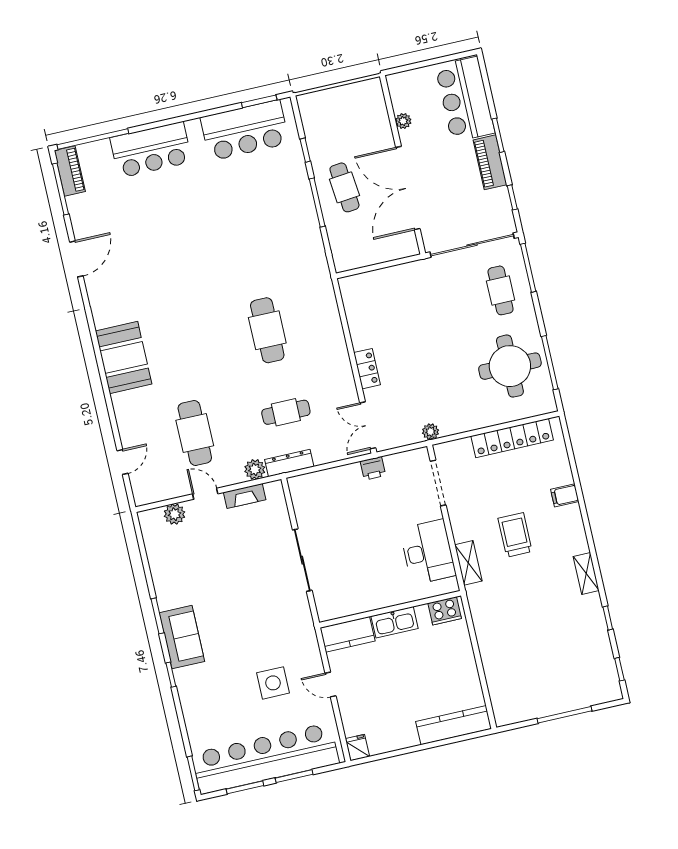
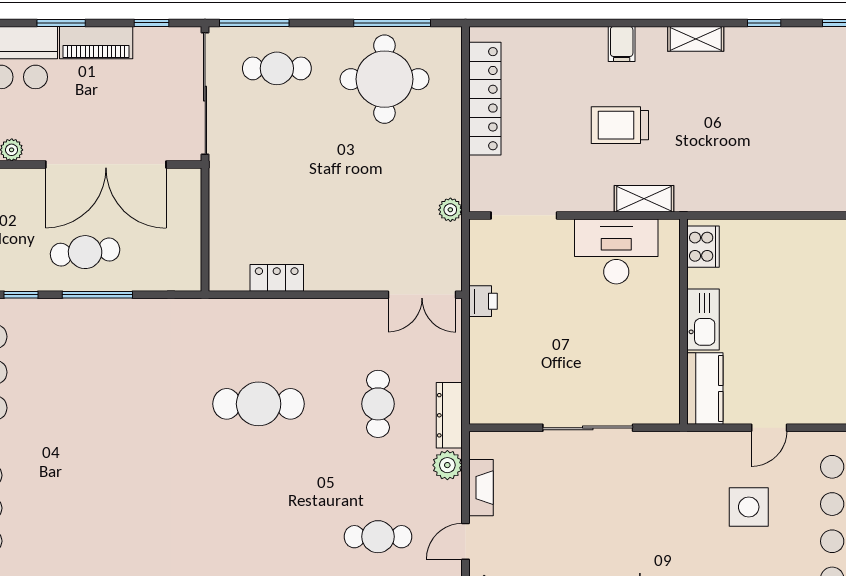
locker: (367, 369) -> (277, 278), moved
cafe table: (195, 433) -> (378, 537), width x0.73, depth x0.74
filing cabinet: (565, 495) -> (622, 44), moved

